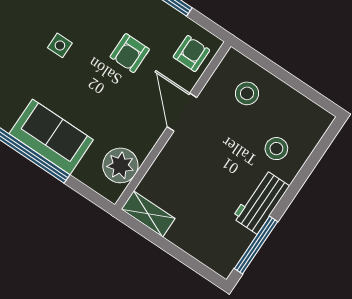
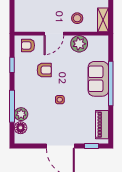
stool: (247, 93) -> (77, 18), moved
plant: (120, 165) -> (79, 44), moved

